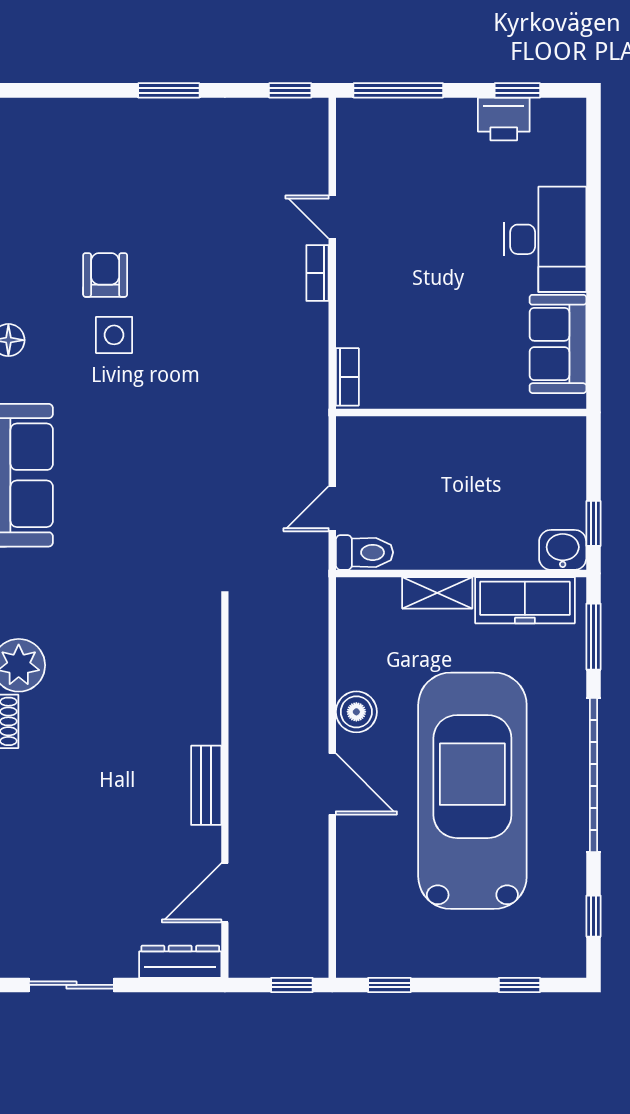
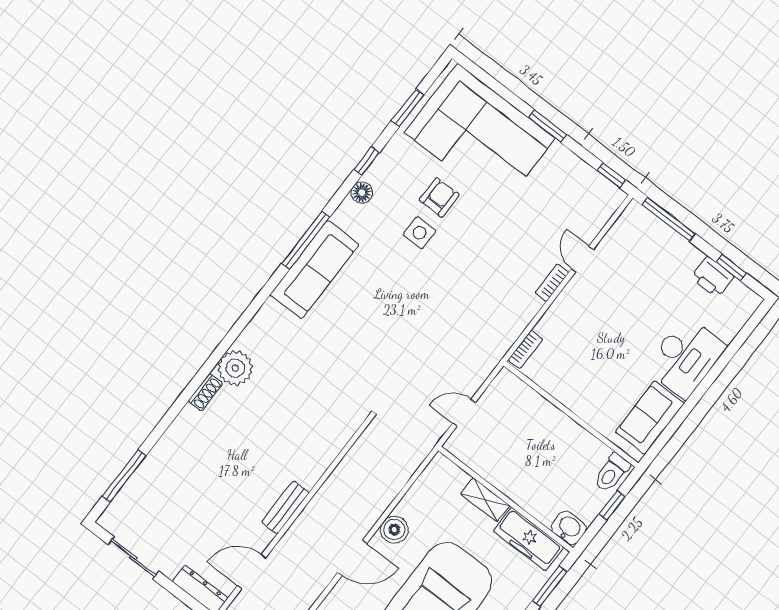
corner sofa: (97, 164) -> (480, 135), added
window: (593, 523) -> (612, 505), moved
toilet: (365, 552) -> (612, 473), moved, turned 90
door: (332, 784) -> (352, 558), hinge flipped

